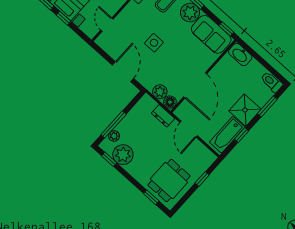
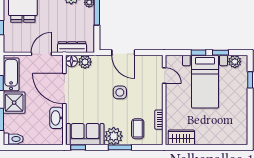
washbasin: (240, 55) -> (56, 118), moved, turned -90
dresser: (163, 116) -> (72, 47), width x1.44
door: (189, 129) -> (41, 54), hinge flipped

